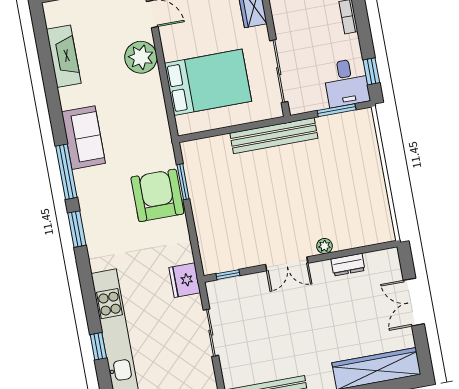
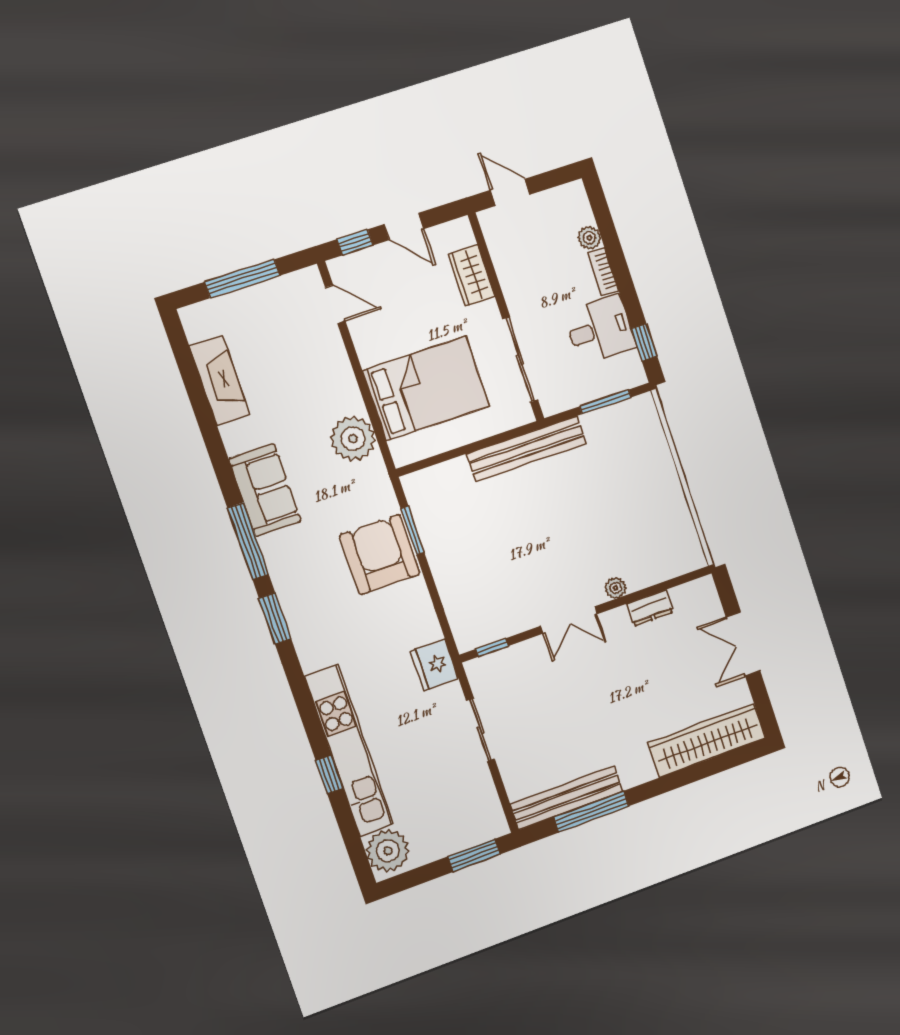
plant: (141, 57) -> (353, 439), moved
desk: (346, 83) -> (600, 330), moved, turned -90

